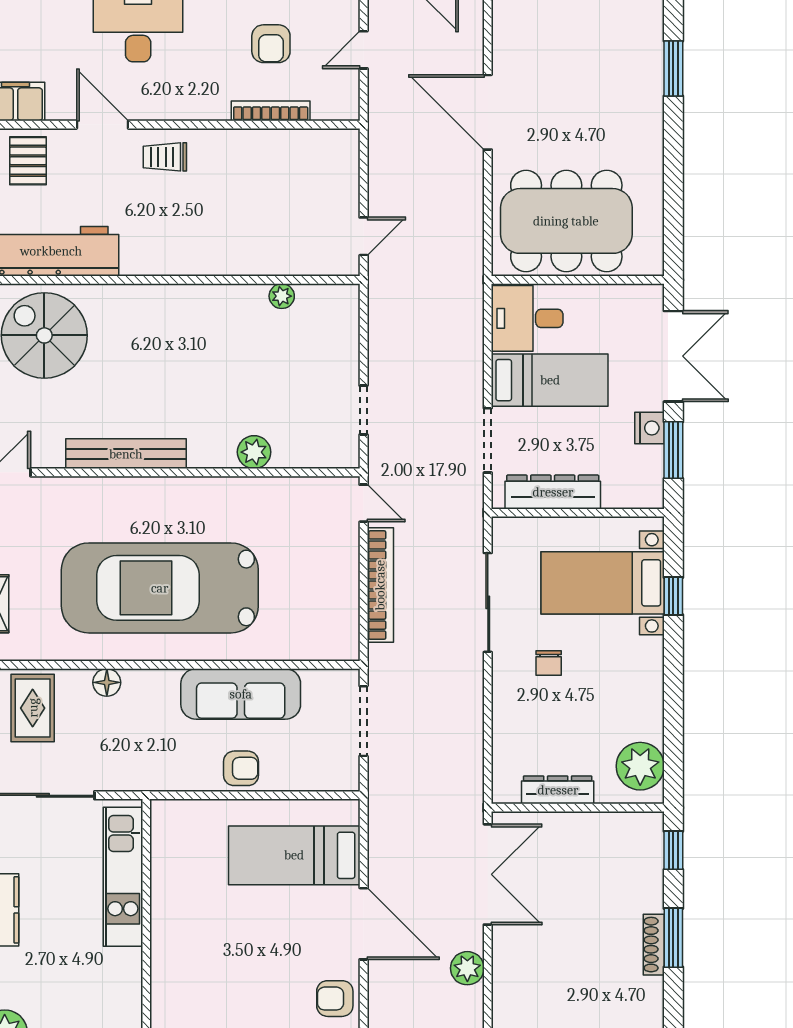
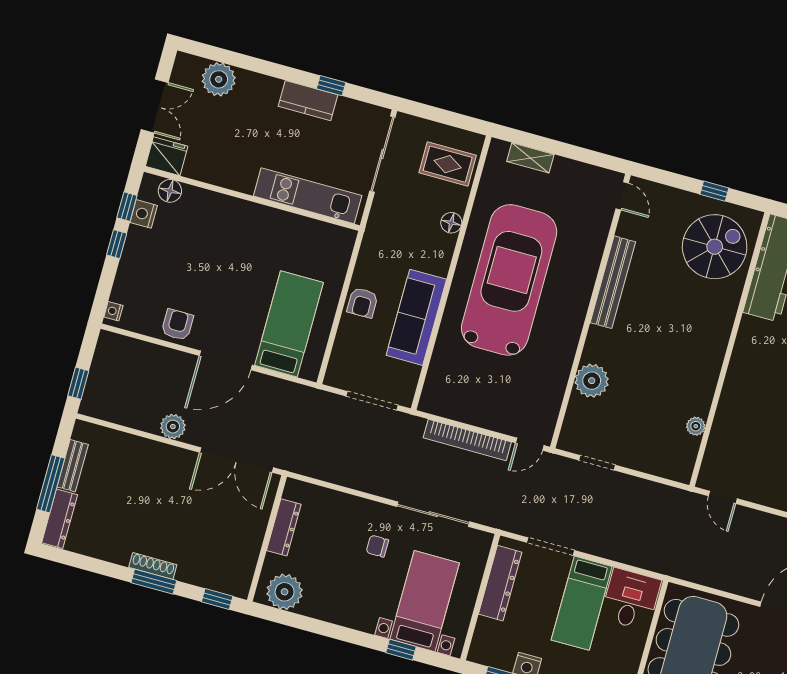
plant: (254, 452) -> (592, 381), width x1.36, depth x1.36

